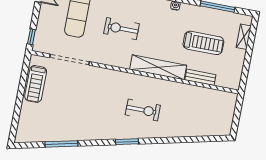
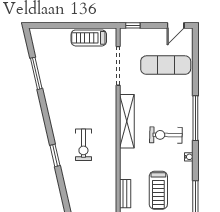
exercise bike: (121, 29) -> (166, 135), moved, turned -89
shelving: (158, 67) -> (127, 121), moved
window: (127, 142) -> (55, 155), moved

